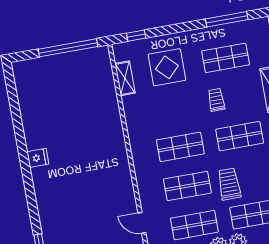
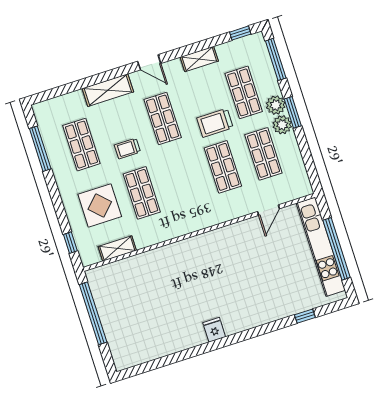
shop shelf: (180, 147) -> (142, 193), moved

